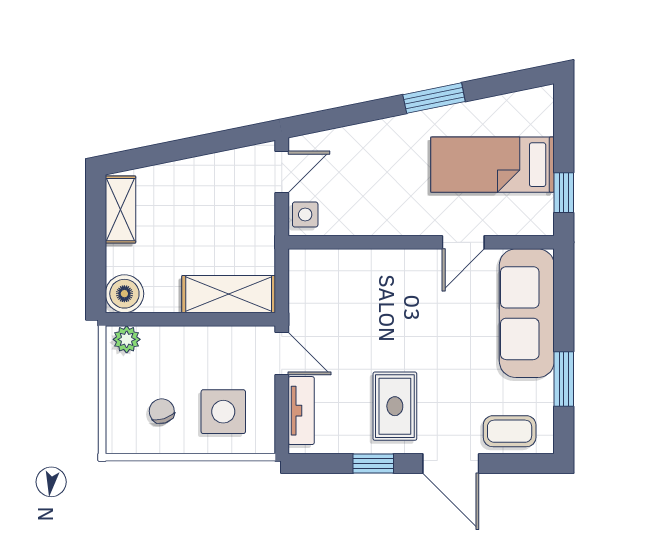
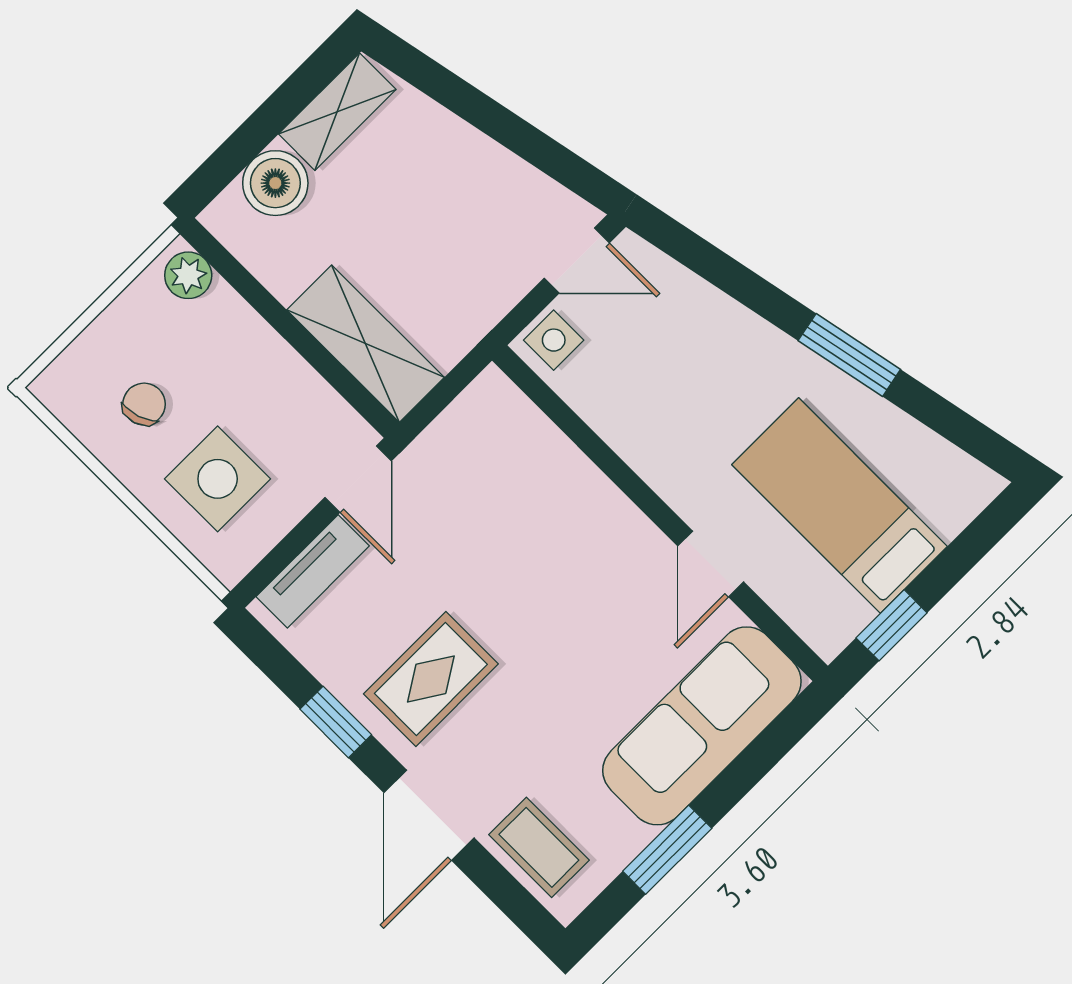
door: (463, 242) -> (711, 564), hinge flipped
boiler: (124, 294) -> (275, 183), moved

